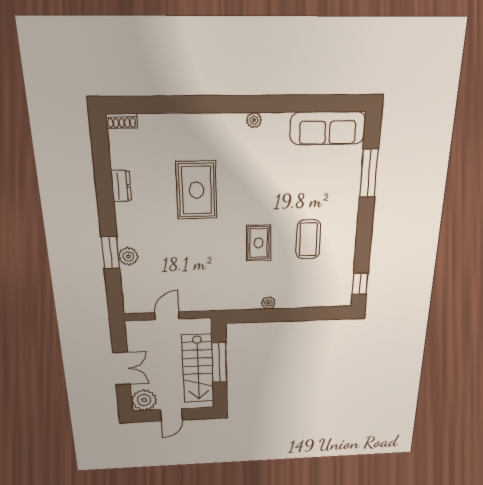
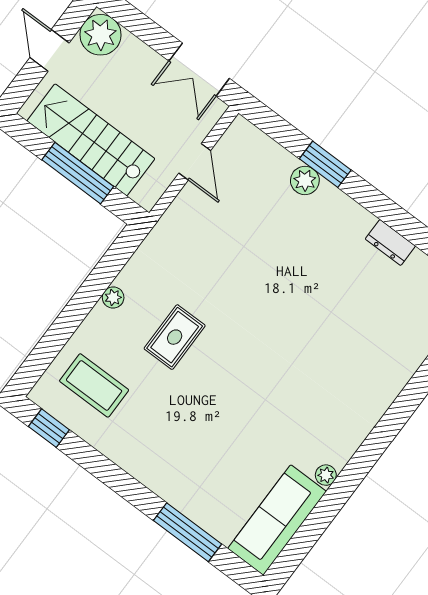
plant: (254, 120) -> (326, 475), moved
rug: (197, 190) -> (321, 322), removed
coffee table: (308, 239) -> (94, 385), moved
rug: (259, 243) -> (175, 337), moved, turned 90
double door: (122, 369) -> (199, 70), moved

